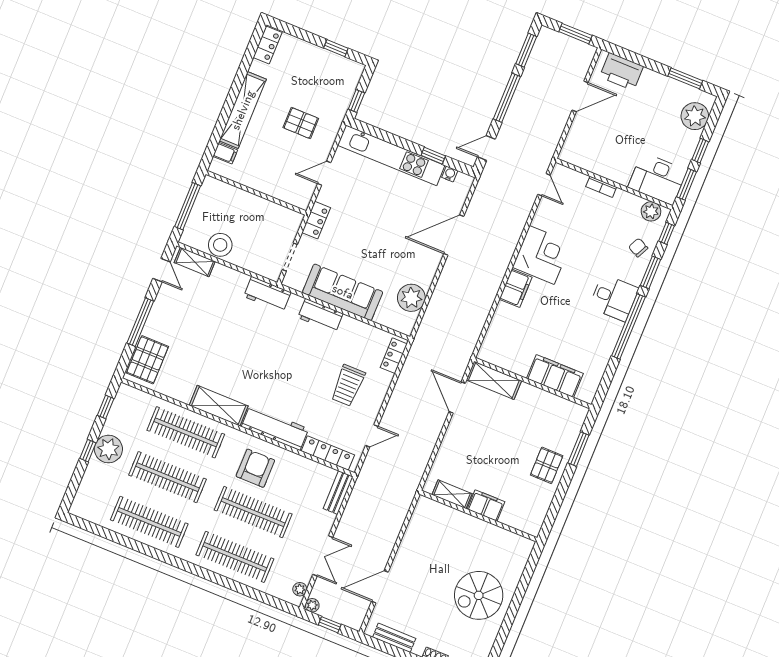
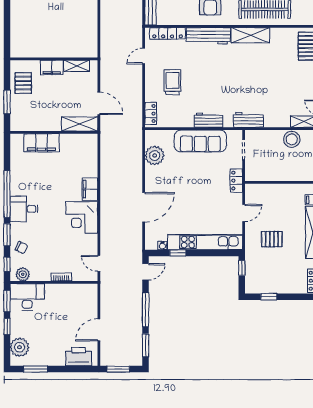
shelving: (452, 494) -> (77, 66), moved
filing cabinet: (486, 505) -> (52, 67), moved
wall: (479, 516) -> (54, 59), moved

